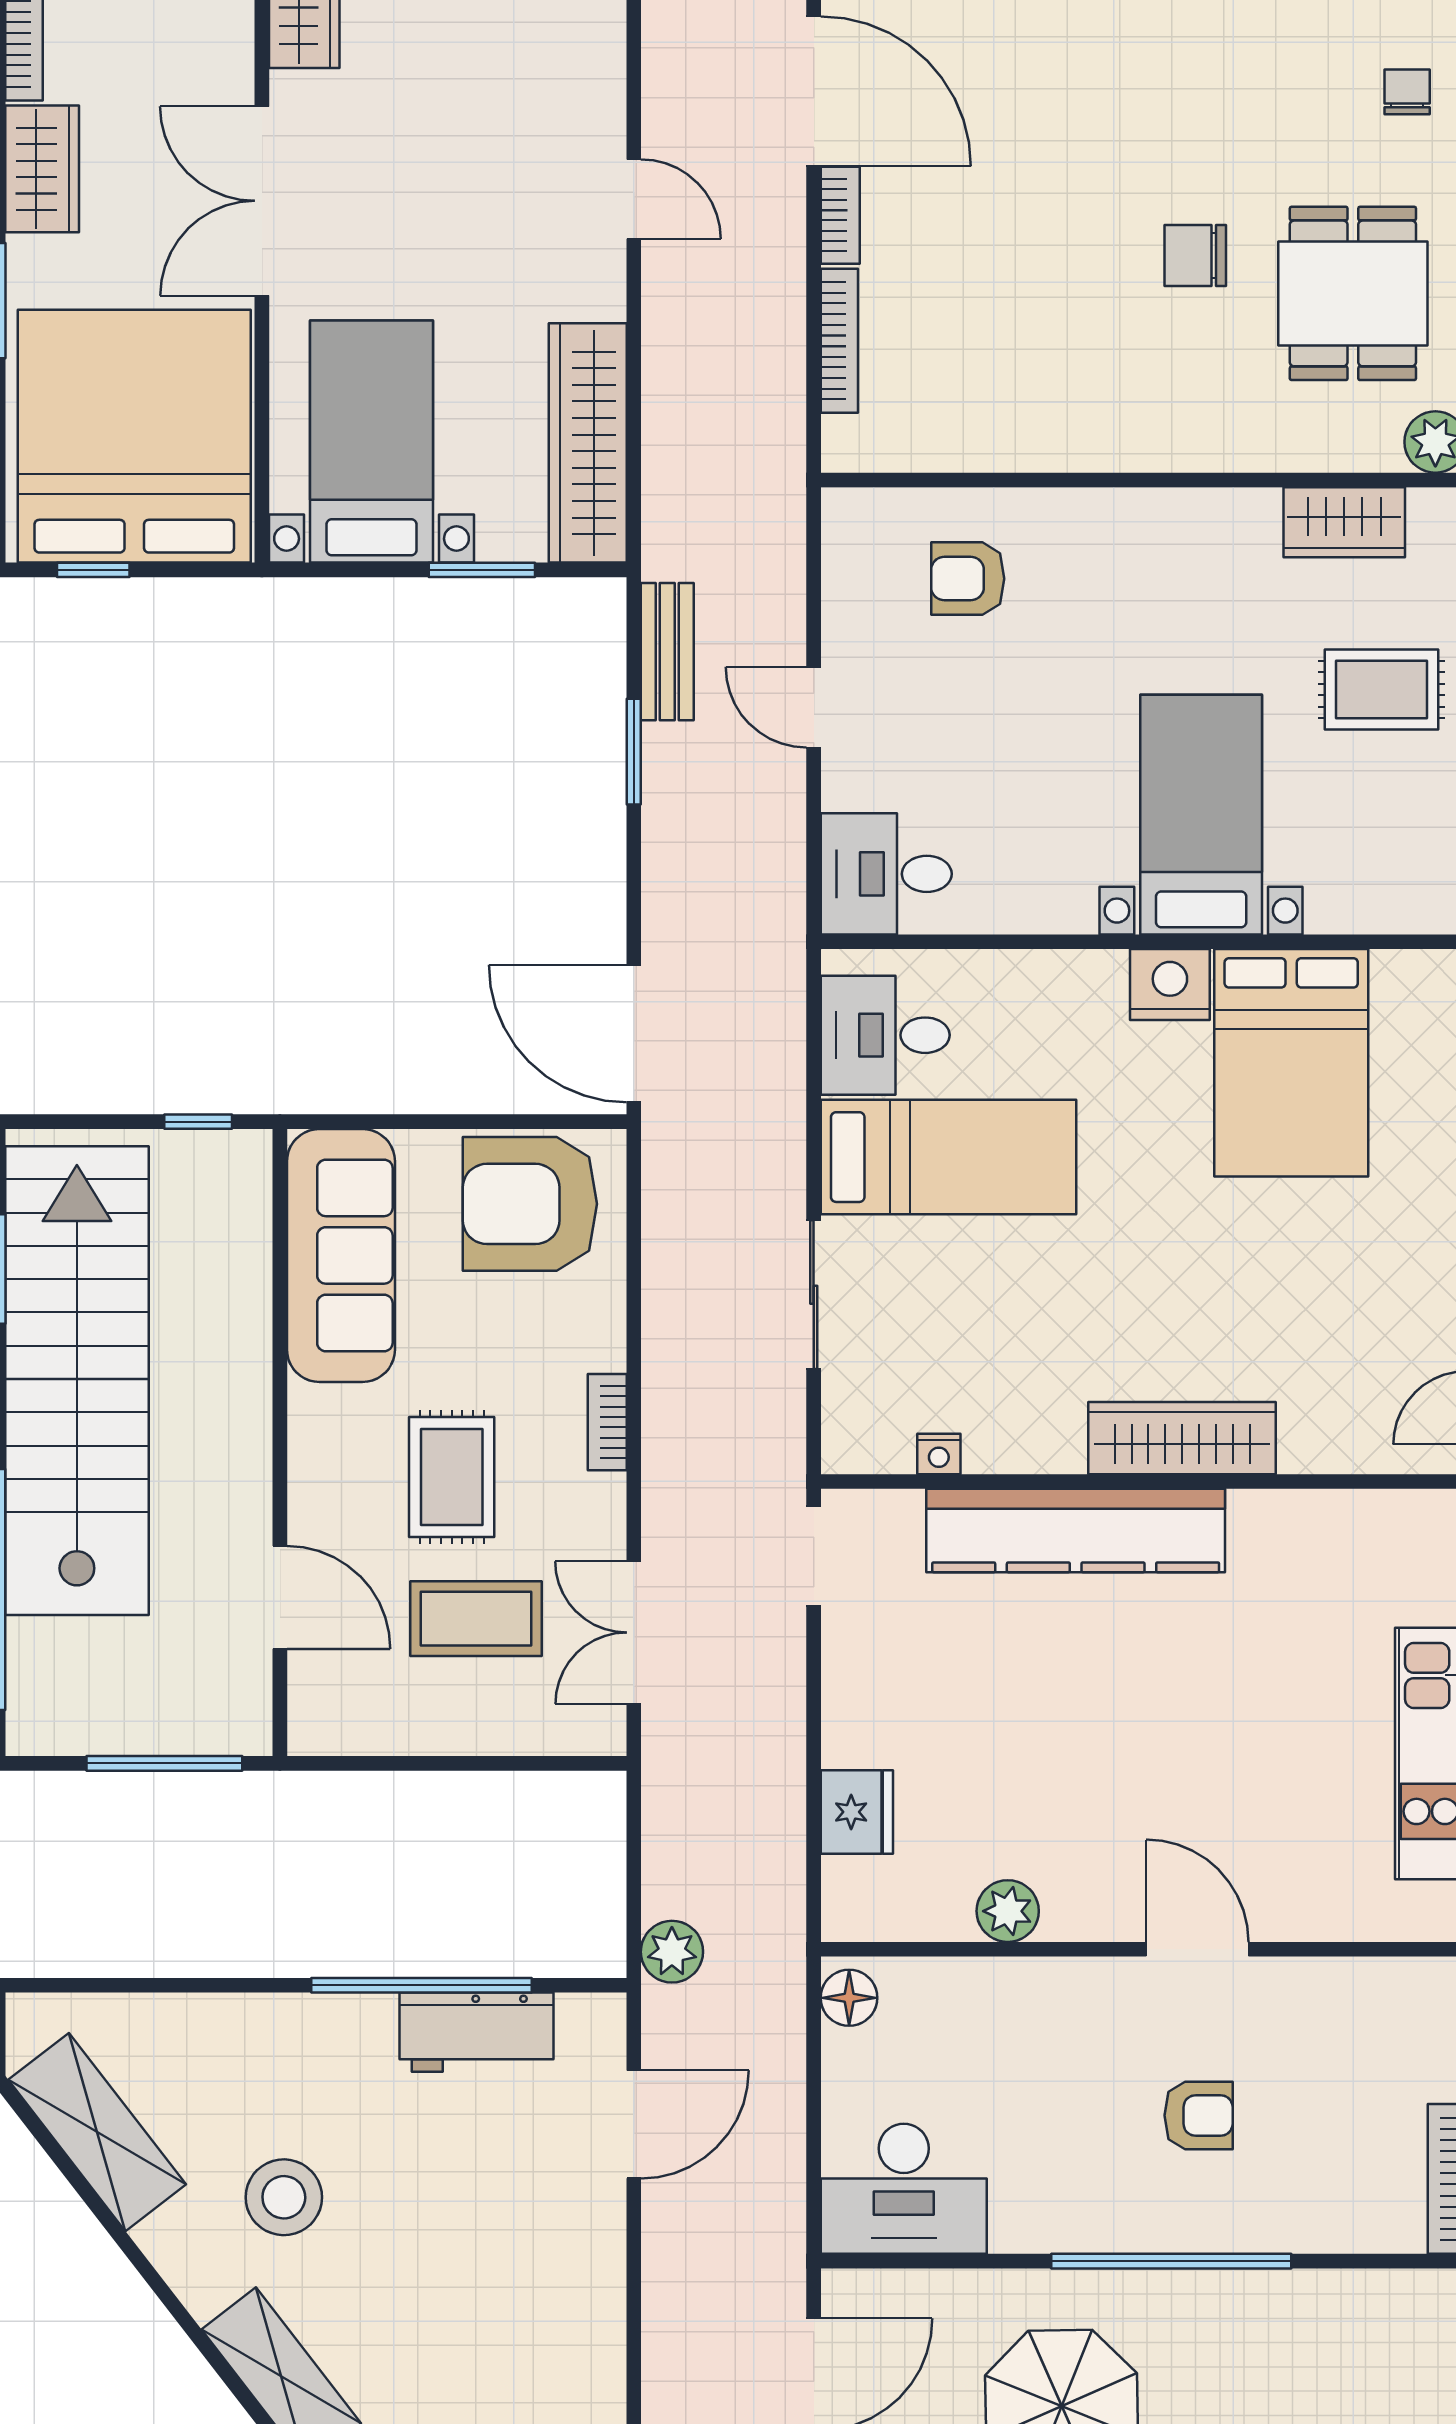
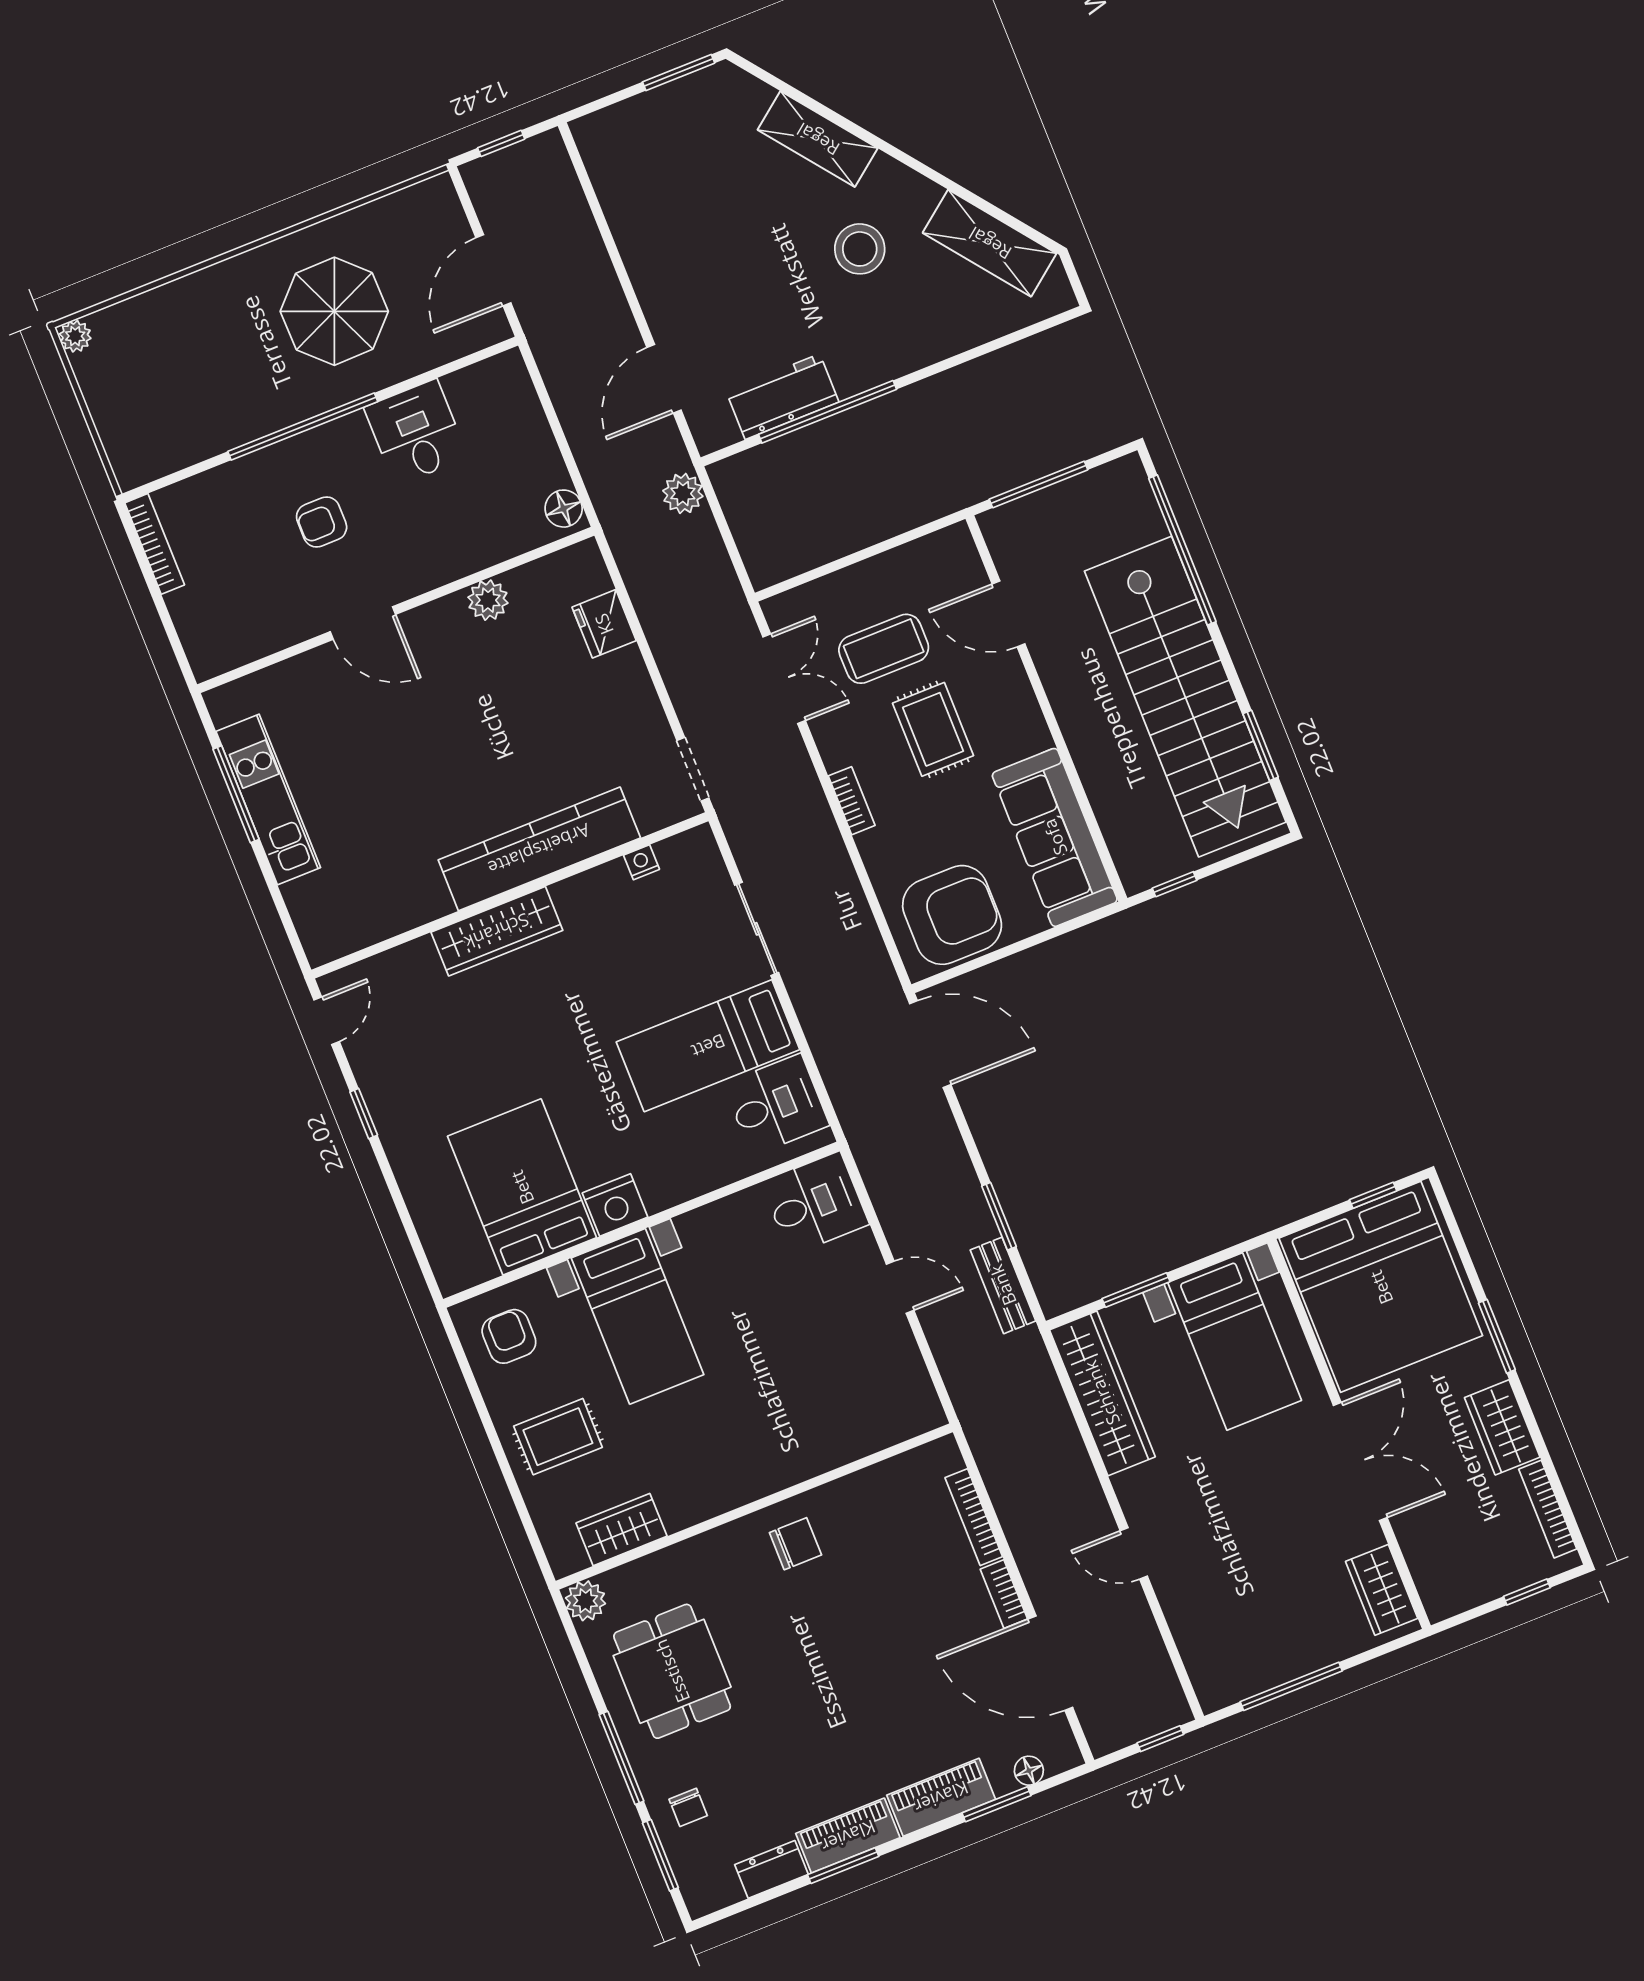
chair: (1195, 255) -> (795, 1544), moved
armchair: (968, 579) -> (509, 1336), moved, turned -90
desk: (904, 2189) -> (416, 432), moved, width x0.73

